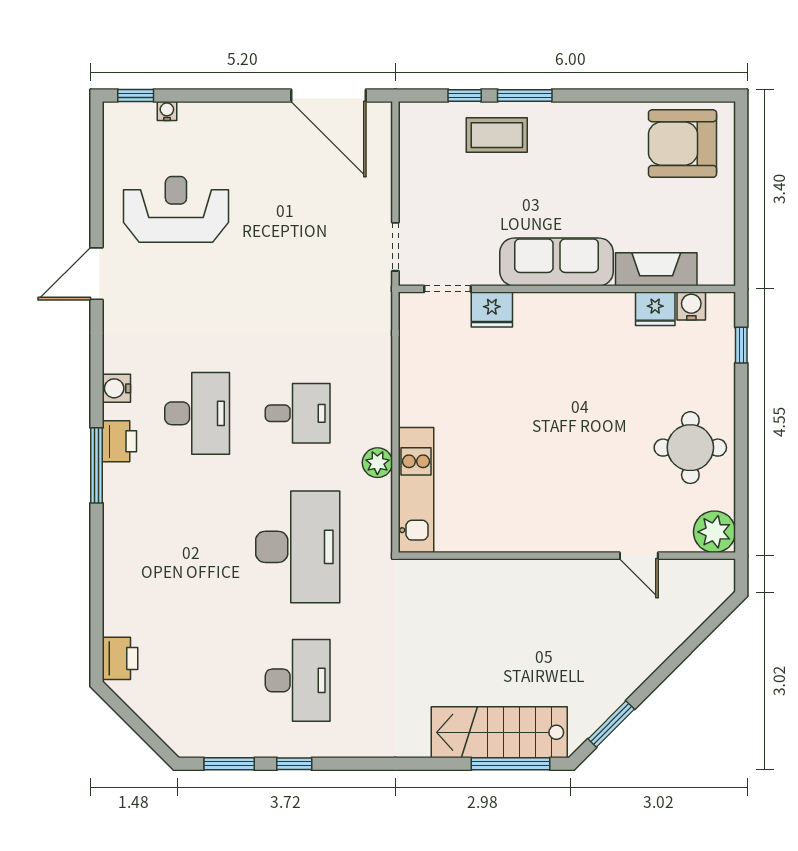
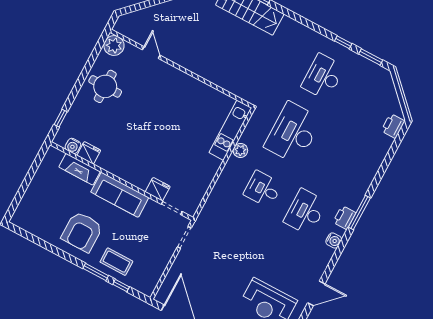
armchair: (683, 144) -> (82, 232), moved, turned 90

